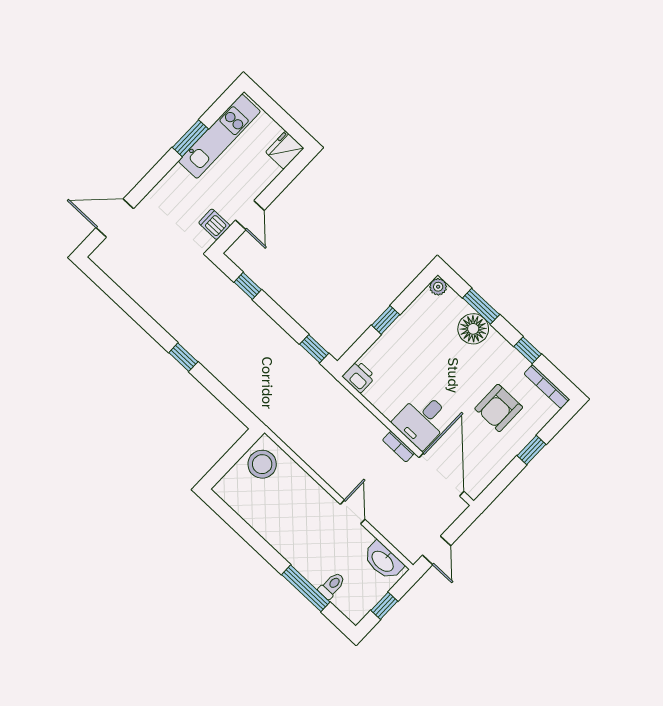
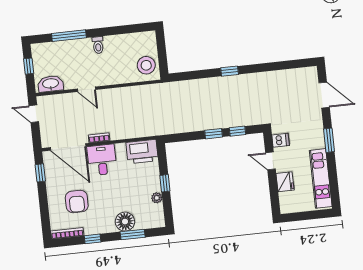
window: (190, 138) -> (329, 140), moved
fridge: (285, 150) -> (285, 182), moved
door: (115, 218) -> (324, 95), hinge flipped
plant: (438, 287) -> (157, 198), moved
window: (314, 349) -> (214, 134), moved
printer: (359, 377) -> (142, 152), width x1.87, depth x1.48
armchair: (499, 408) -> (77, 202), turned 180
window: (532, 450) -> (40, 173), moved
toilet: (332, 586) -> (98, 45), moved

